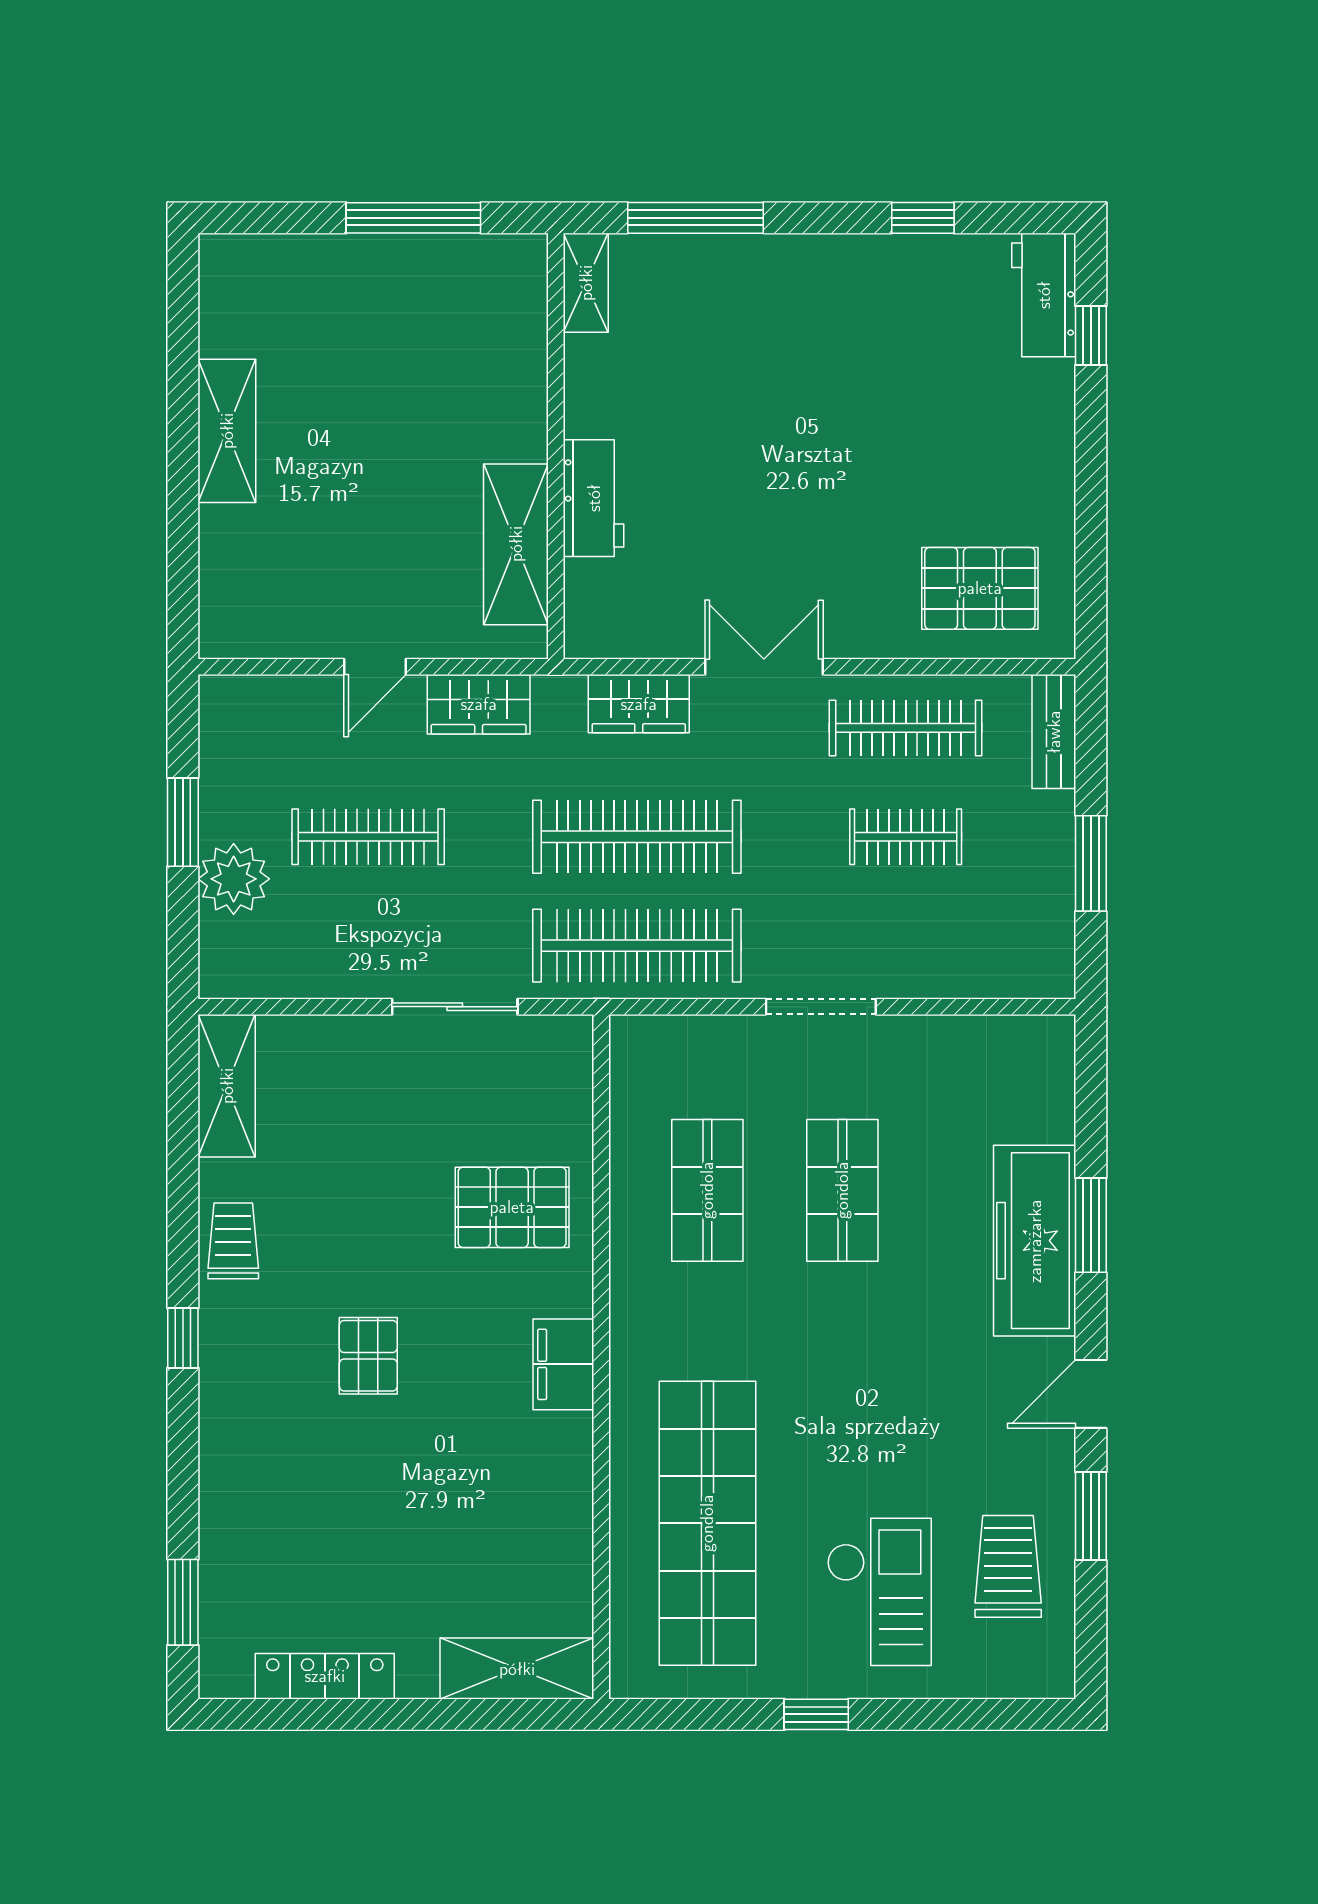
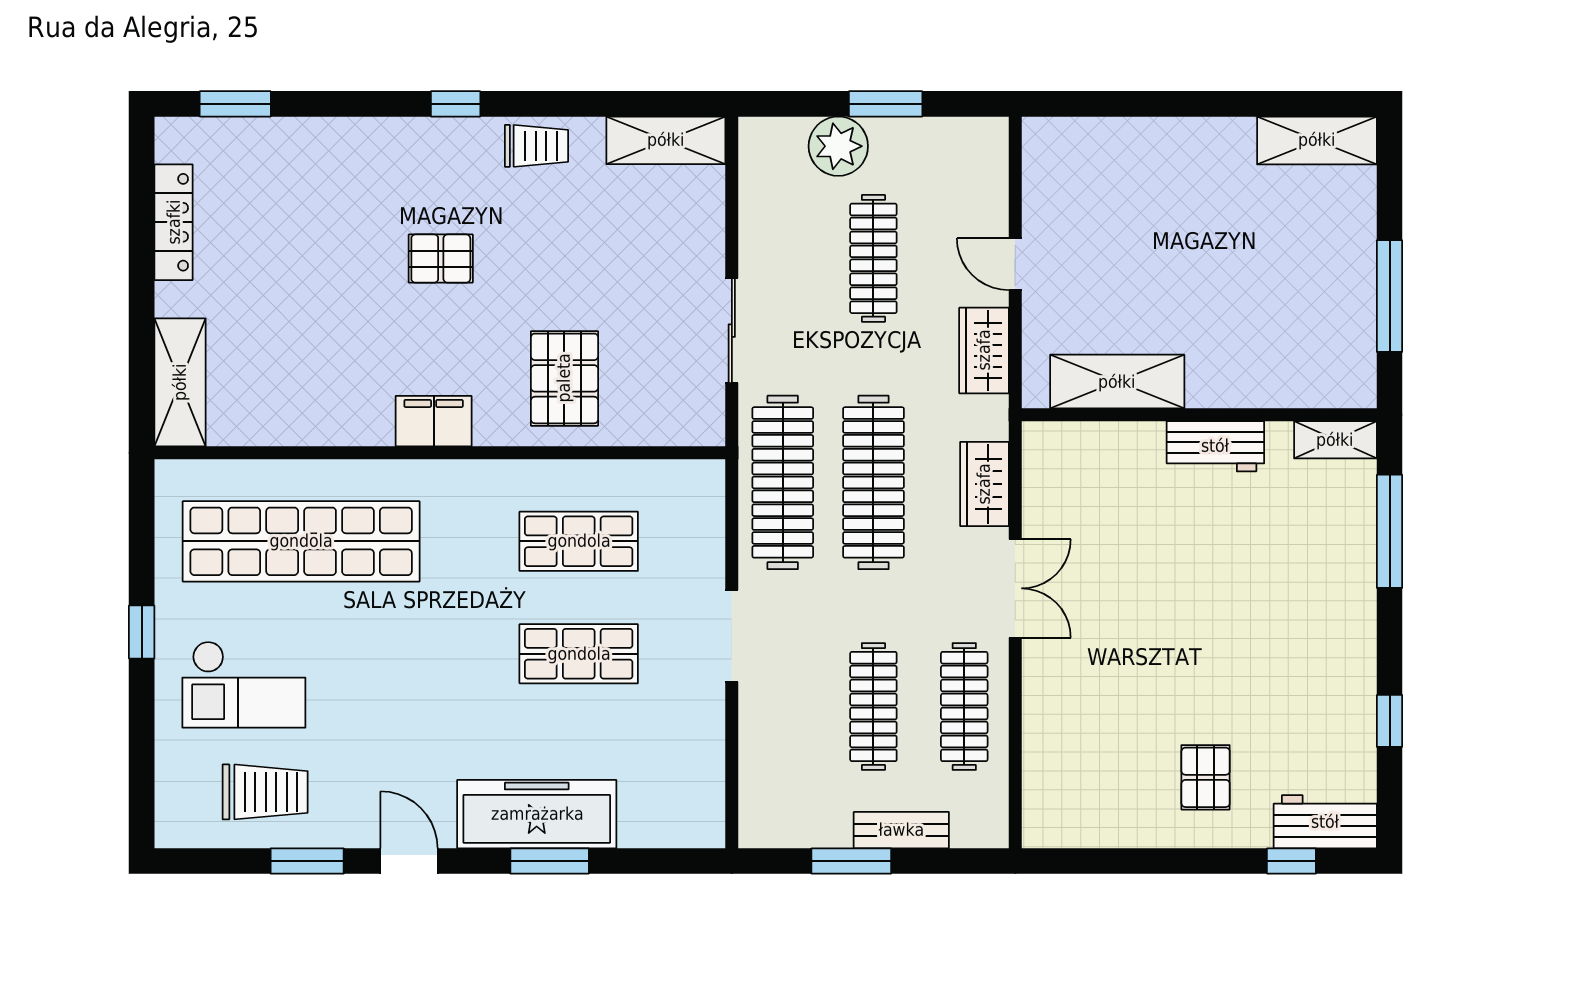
shelving: (227, 431) -> (1317, 140), moved
workbench: (594, 498) -> (1215, 446), moved
pallet: (980, 588) -> (1206, 777), moved, width x0.67, depth x0.71
bench: (1054, 732) -> (901, 830), moved
clothes rail: (906, 837) -> (873, 707), width x1.36

